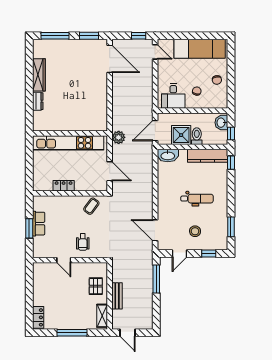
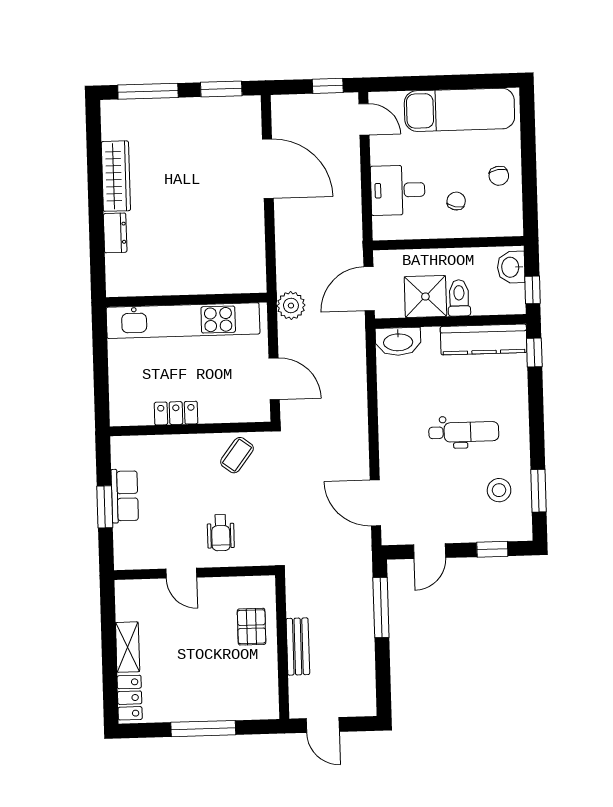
door: (110, 59) -> (268, 169), moved
desk: (173, 96) -> (398, 190), moved, turned 90
stool: (195, 231) -> (499, 490), moved
shelving: (102, 316) -> (128, 647), moved

